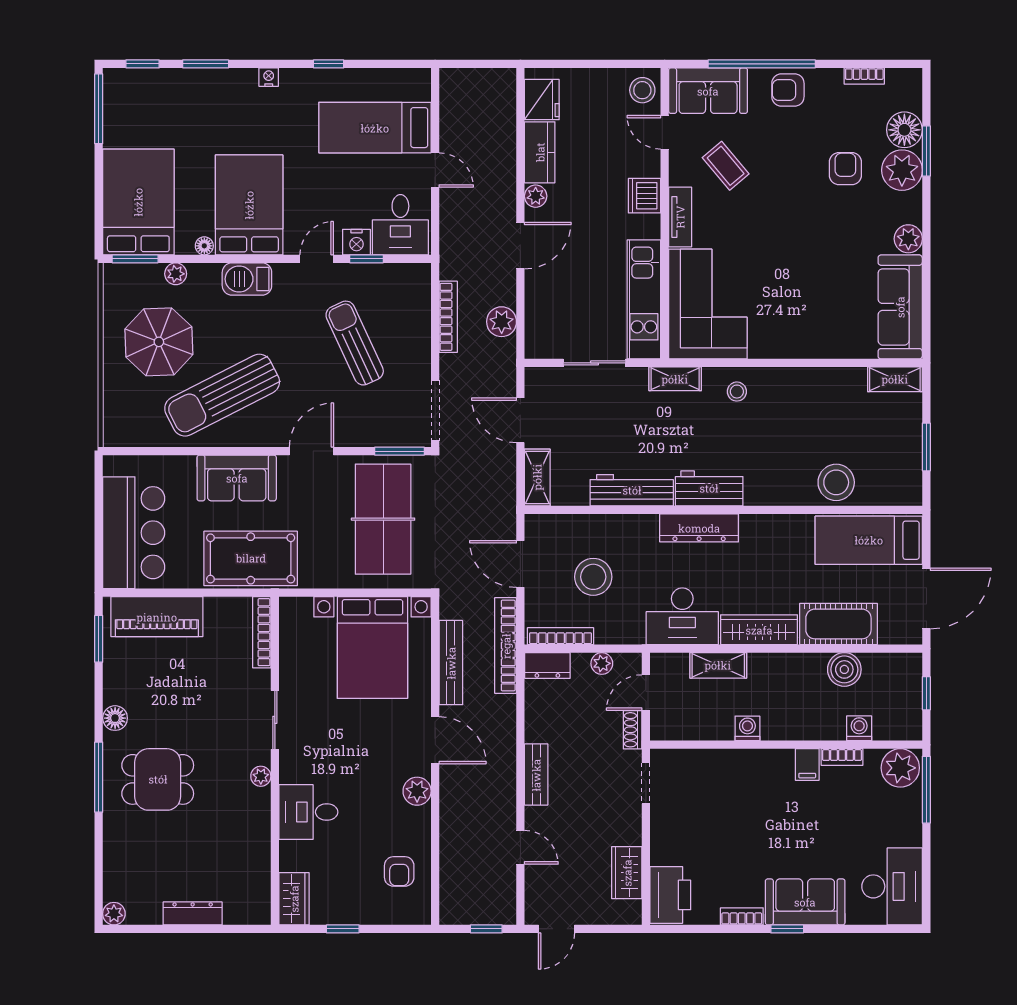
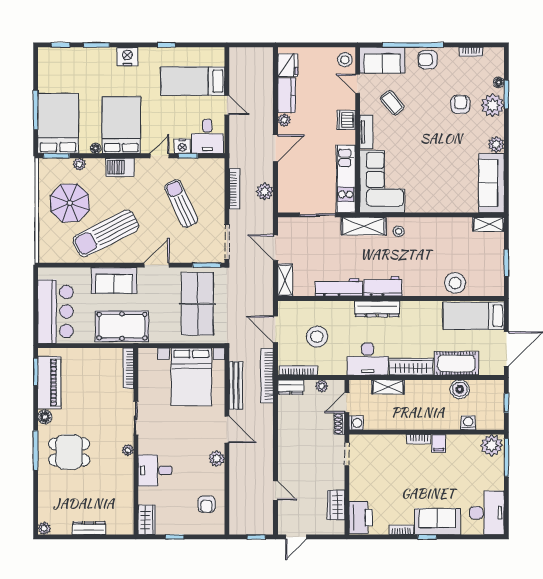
nightstand: (269, 77) -> (127, 57), width x1.89, depth x1.79
window: (99, 109) -> (36, 110), moved
floor lamp: (904, 130) -> (499, 82), width x0.53, depth x0.53
shelving: (675, 379) -> (363, 226), width x1.50, depth x1.33
piano: (157, 617) -> (49, 383), moved, turned -90
washing machine: (747, 728) -> (356, 423), moved, turned 90
bookcase: (842, 757) -> (419, 439), moved
bench: (536, 775) -> (284, 449), removed

